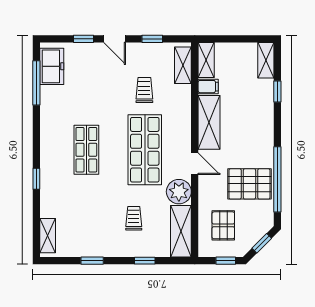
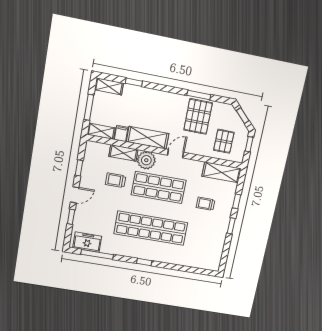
window: (234, 39) -> (89, 107), added
shelving: (183, 65) -> (123, 153), moved
shop shelf: (86, 150) -> (151, 228), width x2.00, depth x1.36
window: (36, 179) -> (144, 262), moved
window: (277, 179) -> (199, 95), width x0.47
plant: (179, 192) -> (146, 160), moved
pallet: (223, 225) -> (224, 141), turned 90
shelving: (48, 236) -> (205, 264), removed
window: (92, 261) -> (231, 226), moved

